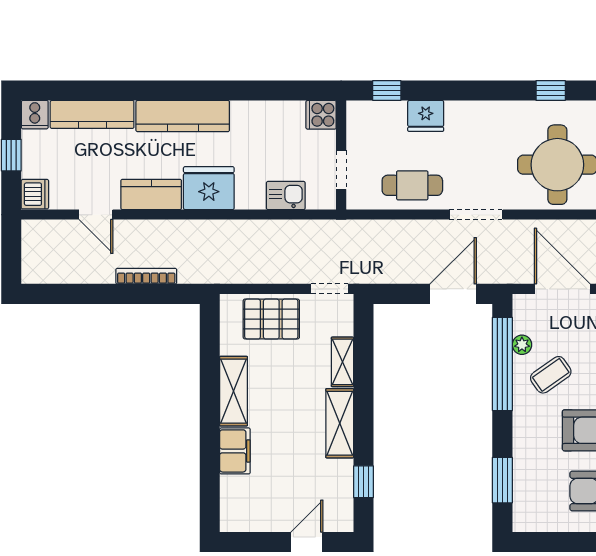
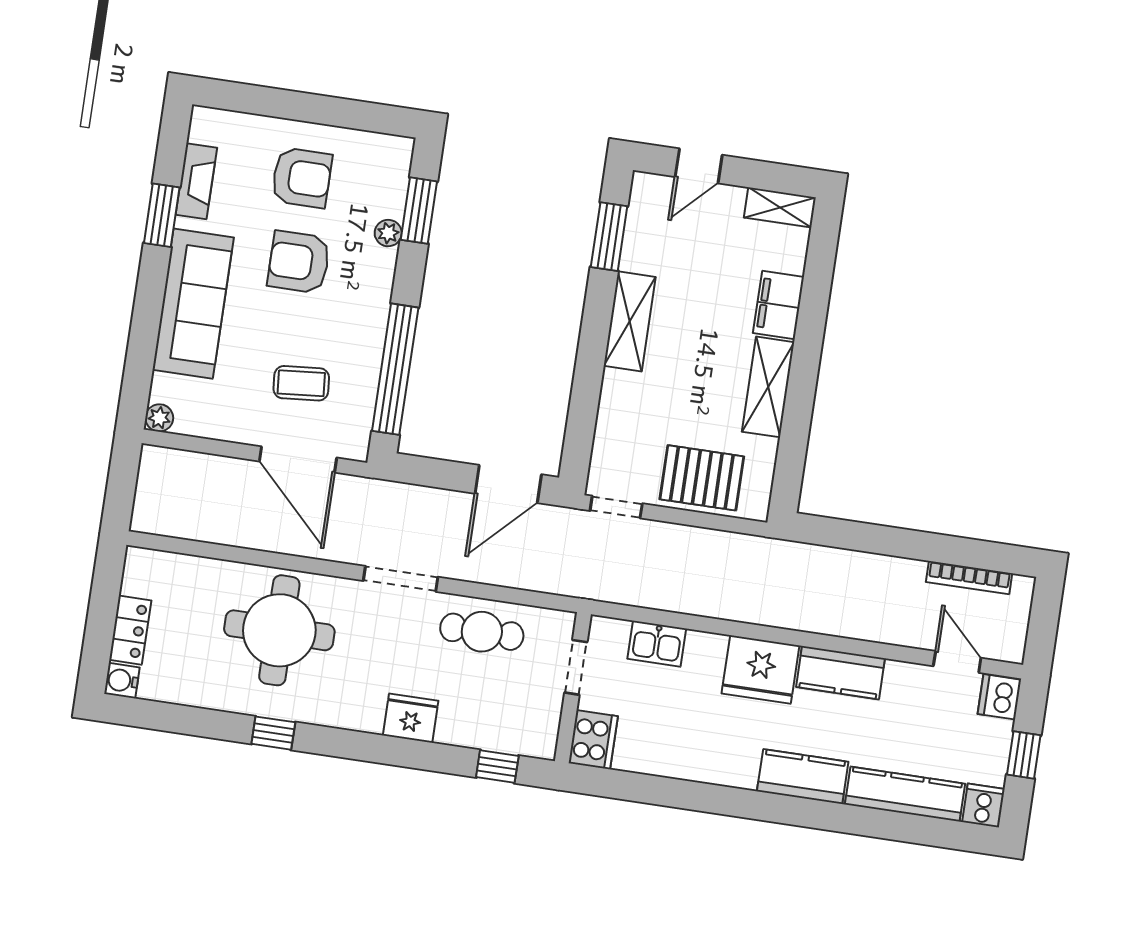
cooker: (321, 115) -> (593, 740), width x1.36
kitchen counter: (183, 116) -> (803, 777), width x0.67
fridge: (426, 116) -> (411, 718), moved
door: (96, 215) -> (957, 662), moved
bookcase: (146, 276) -> (969, 578), moved
door: (453, 294) -> (508, 484), moved
plant: (522, 345) -> (388, 233), moved
shelving: (342, 362) -> (780, 207), moved, turned 90
coffee table: (551, 375) -> (301, 383), moved, turned 30
window: (363, 482) -> (609, 237), width x1.50

